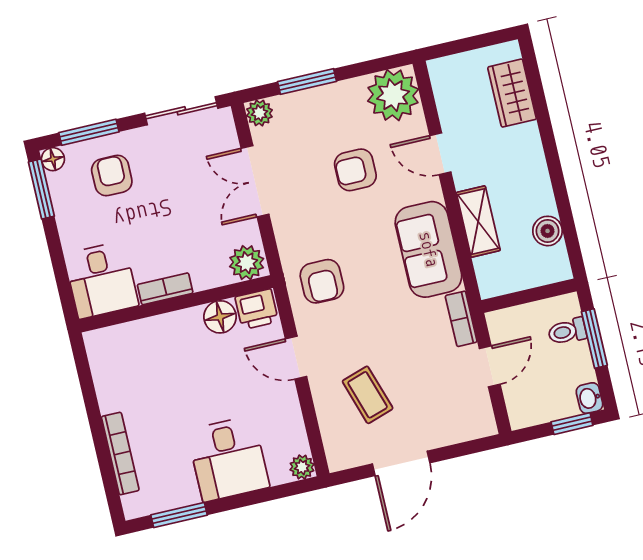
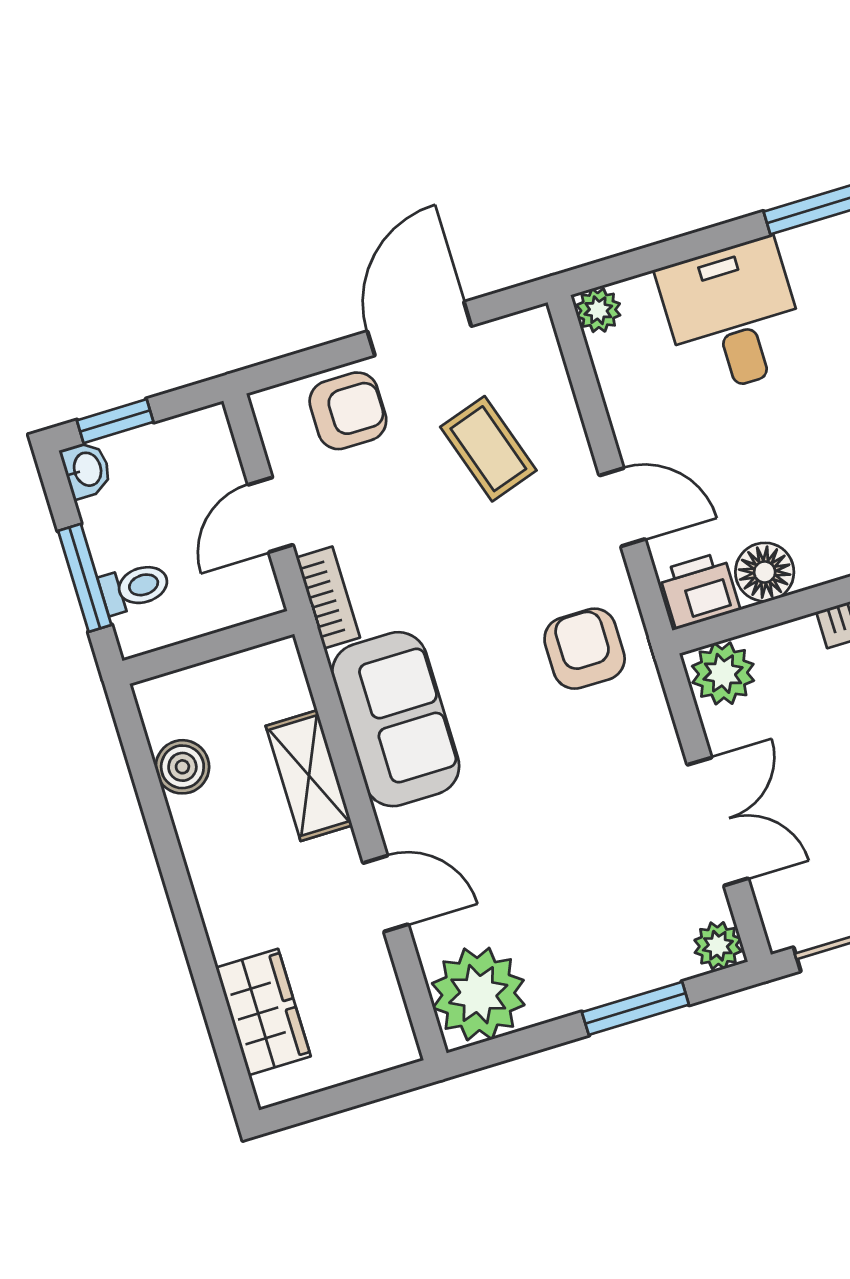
armchair: (355, 170) -> (348, 411), moved

